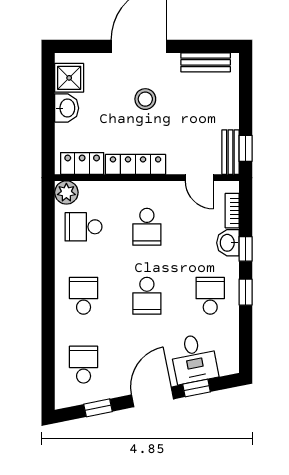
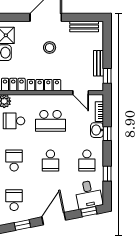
bench: (230, 152) -> (99, 63), moved
school desk: (147, 227) -> (50, 121), width x1.85
window: (246, 292) -> (107, 174), moved
school desk: (210, 296) -> (87, 160), turned 180
desk: (194, 359) -> (89, 194), moved
window: (197, 388) -> (89, 212), moved

